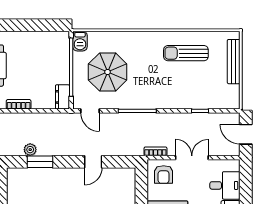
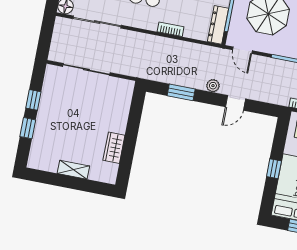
dresser: (62, 97) -> (218, 25), width x1.44
plant: (30, 150) -> (213, 86), moved

